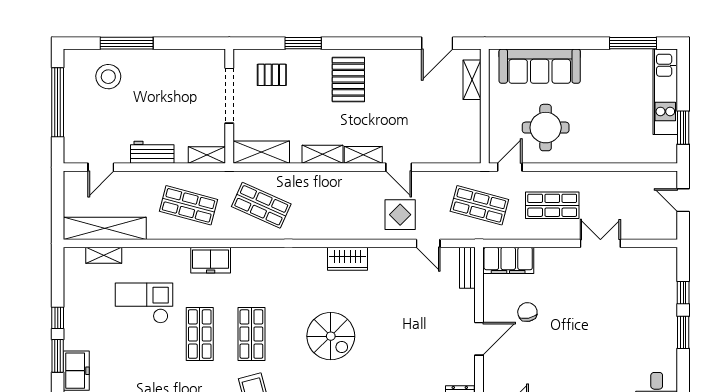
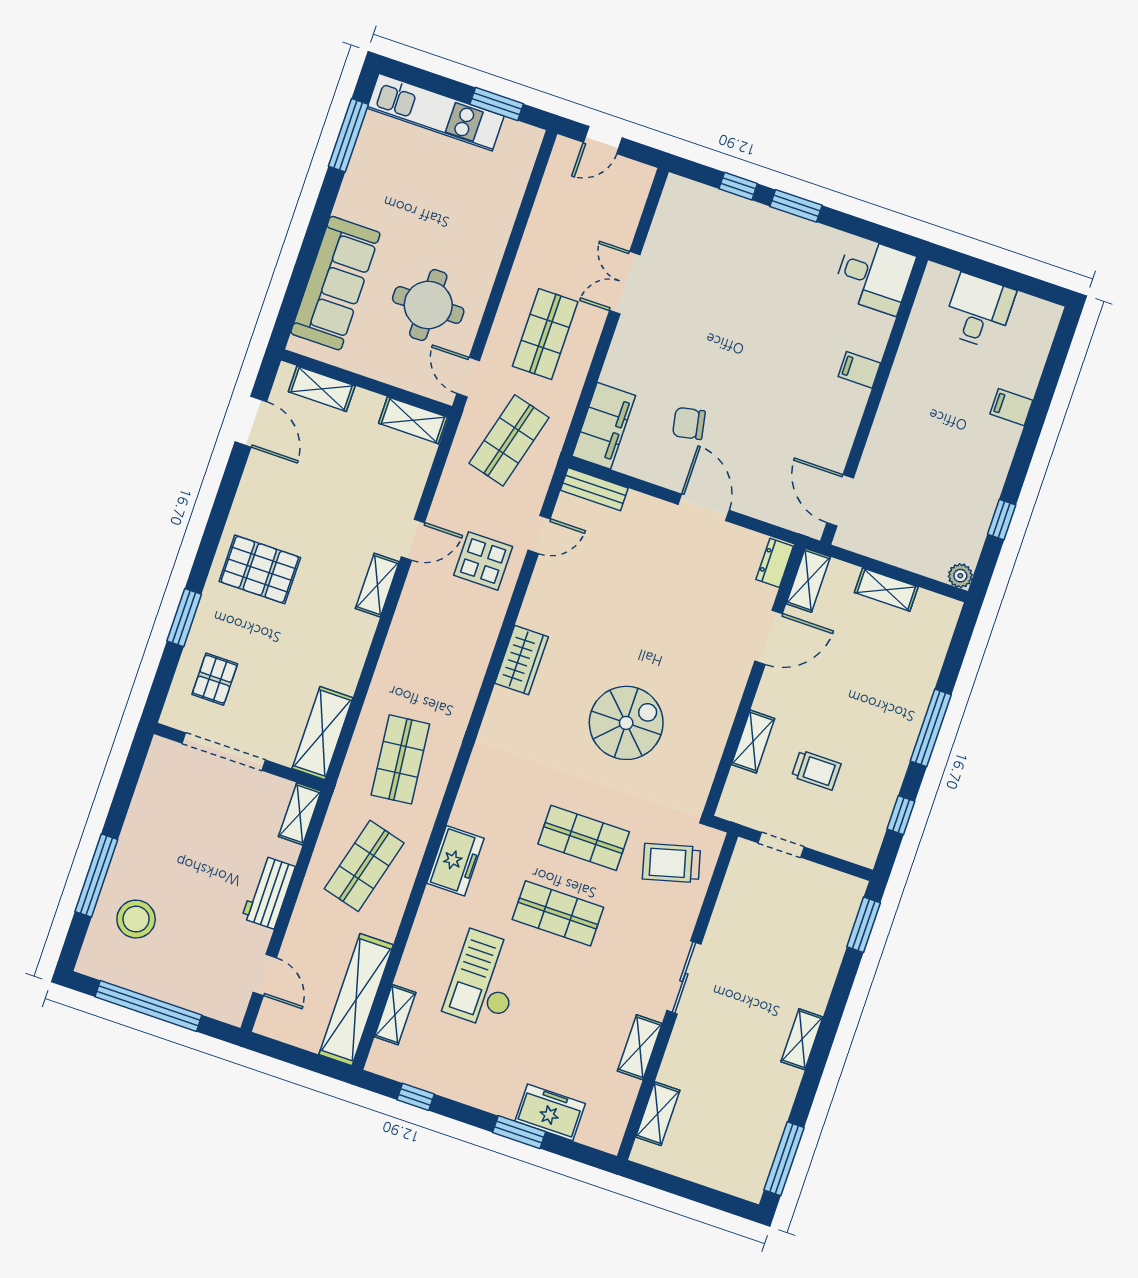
shelving: (322, 154) -> (413, 420), moved, turned 90
shop shelf: (261, 205) -> (400, 759), turned -30
window: (58, 318) -> (416, 1097), moved

